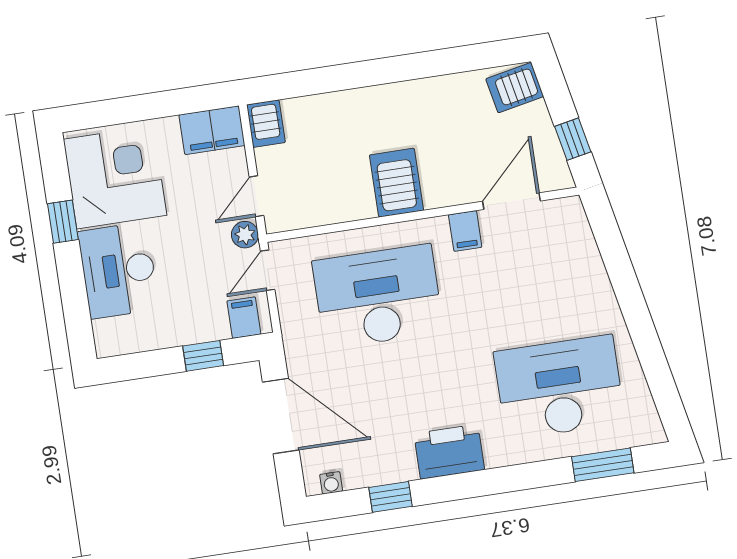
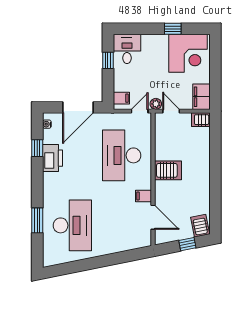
window: (573, 139) -> (187, 244), moved
desk: (118, 270) -> (127, 49), moved, width x0.73
door: (268, 270) -> (140, 111), hinge flipped
desk: (378, 296) -> (122, 155), turned 180
window: (203, 356) -> (108, 60), moved
printer: (449, 452) -> (52, 158), moved
window: (603, 465) -> (37, 220), moved

